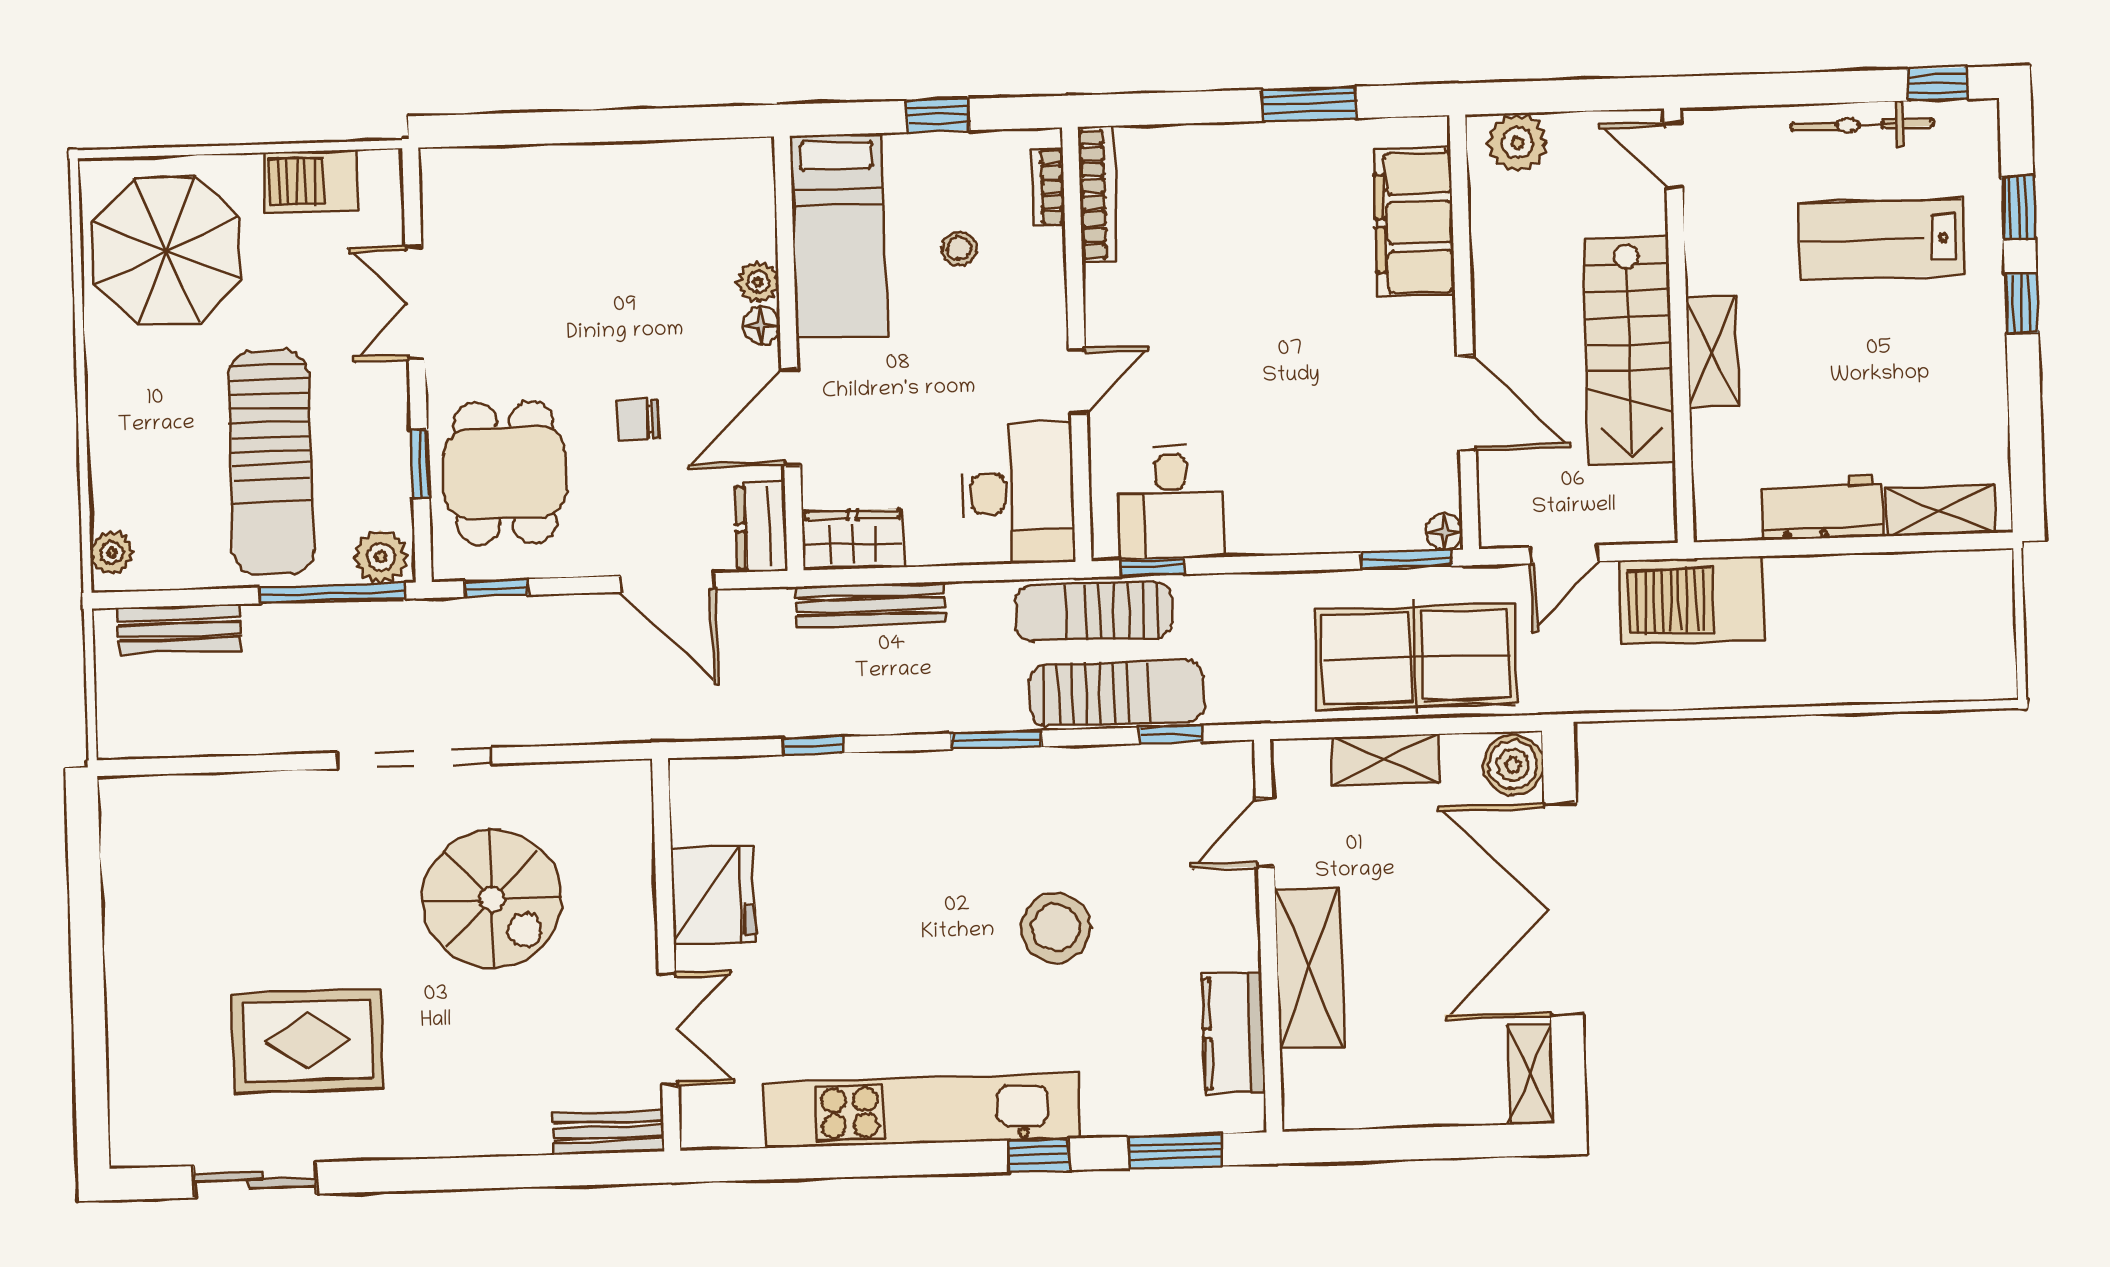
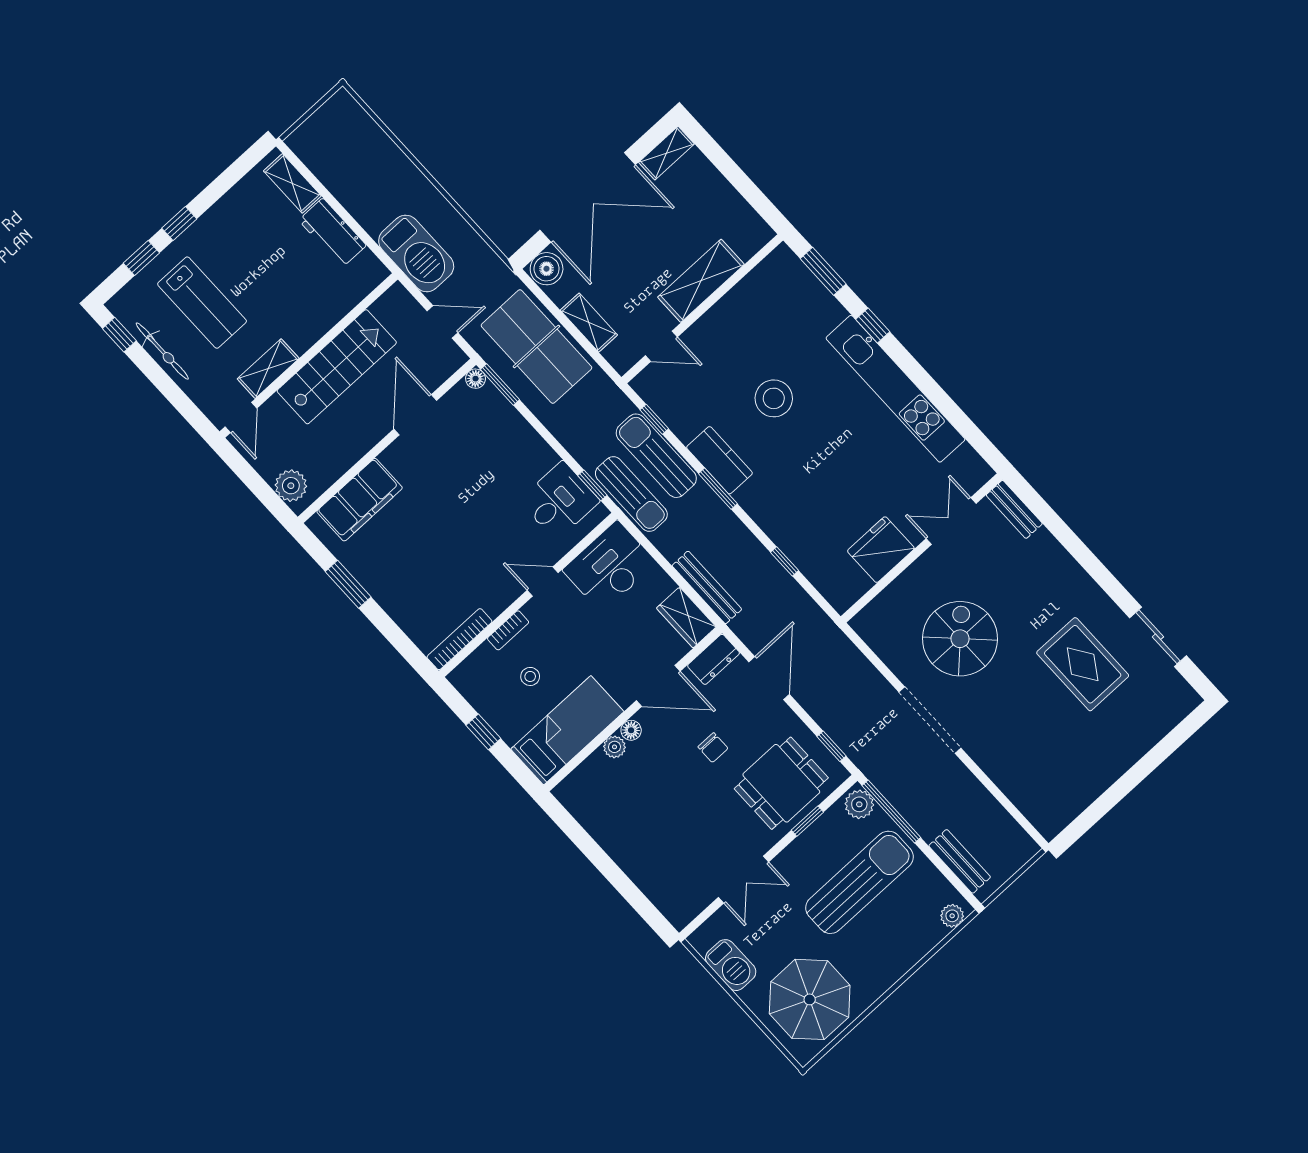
bookcase: (1048, 187) -> (508, 630), moved
shelving: (1712, 352) -> (268, 369), moved
kitchen counter: (1233, 1033) -> (719, 460), moved, turned -90

